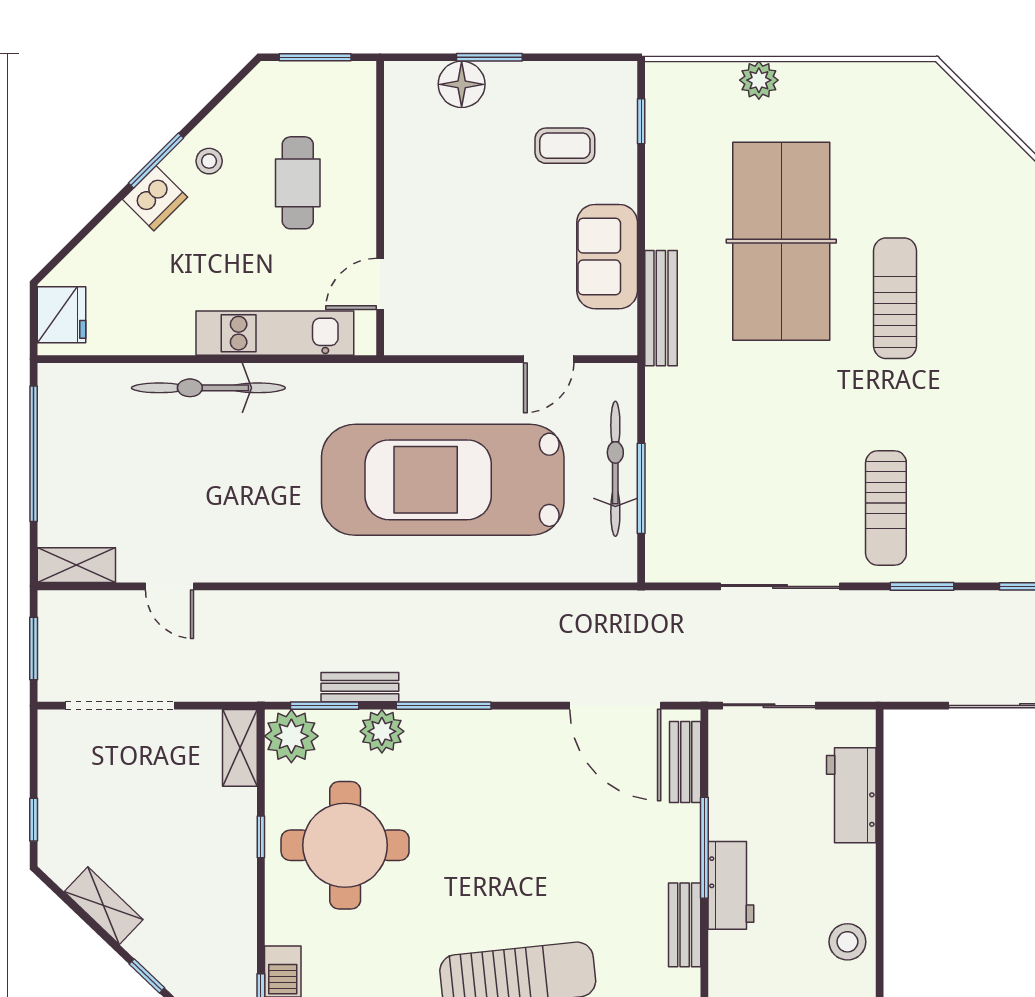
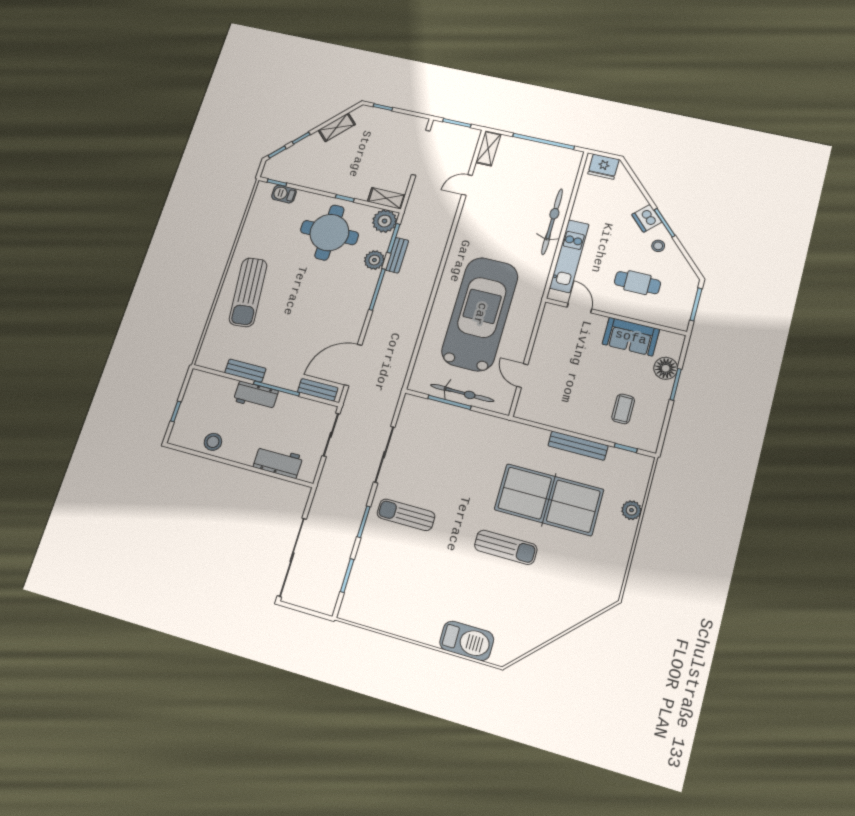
sofa: (607, 257) -> (631, 337), moved, turned 180
bench: (661, 308) -> (578, 446), moved

